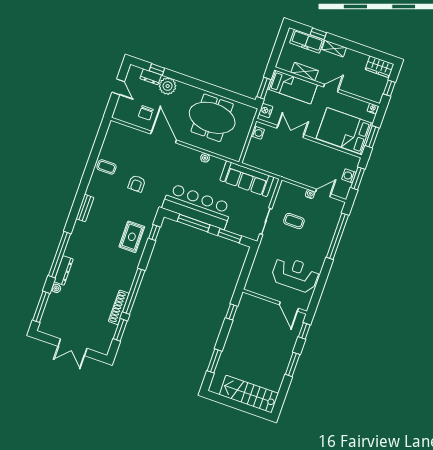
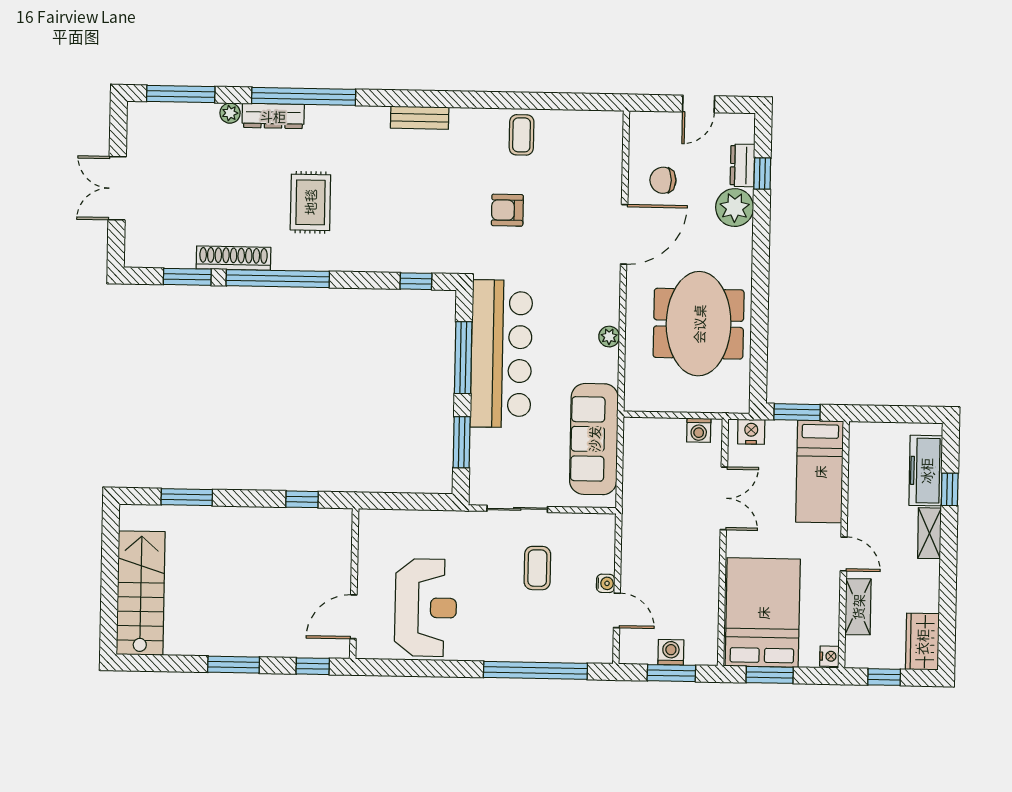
shelving: (305, 72) -> (858, 607), moved
rug: (132, 237) -> (310, 202), moved, turned 90

